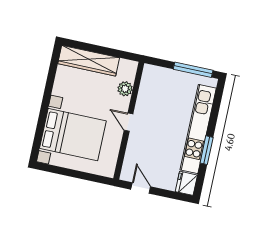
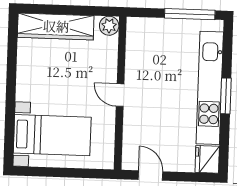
plant: (125, 89) -> (109, 26), moved
bed with nightstands: (73, 135) -> (52, 135), width x0.73
window: (207, 150) -> (226, 96), moved

